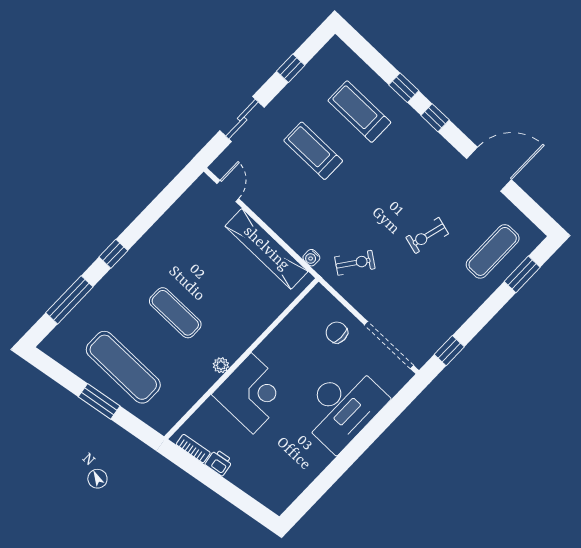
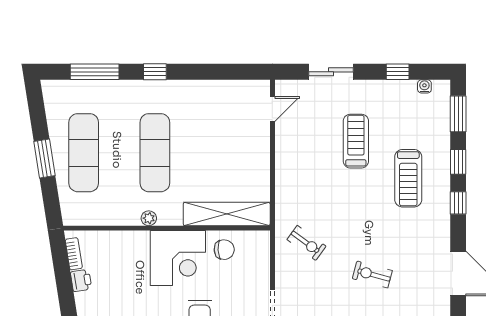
window: (367, 53) -> (458, 114), added
treadmill: (359, 112) -> (408, 178), moved, turned 180
shelving: (266, 249) -> (227, 214), moved, turned 90
water cooler: (311, 258) -> (424, 86), moved, turned 90
exercise mat: (175, 313) -> (155, 153), width x1.36, depth x1.45
chair: (337, 332) -> (224, 250), moved, turned 86
corner desk: (252, 393) -> (178, 258), moved

